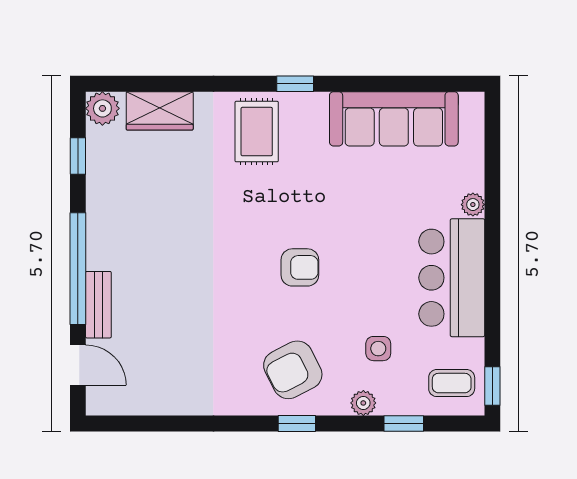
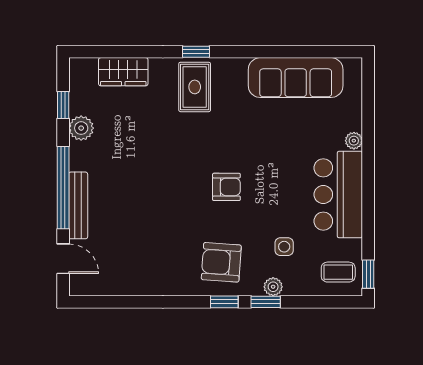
window: (295, 84) -> (196, 52), moved
plant: (102, 108) -> (81, 128), moved
bench: (98, 305) -> (78, 205), width x1.36
armchair: (293, 370) -> (221, 262), turned 31
window: (404, 423) -> (266, 302), moved

